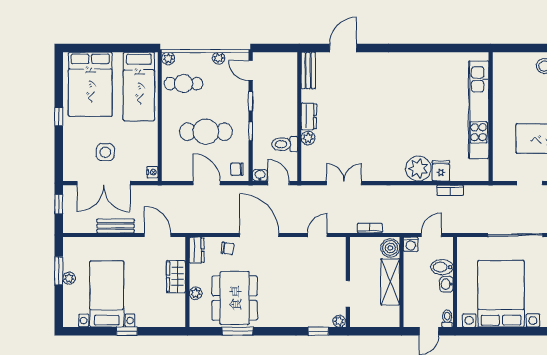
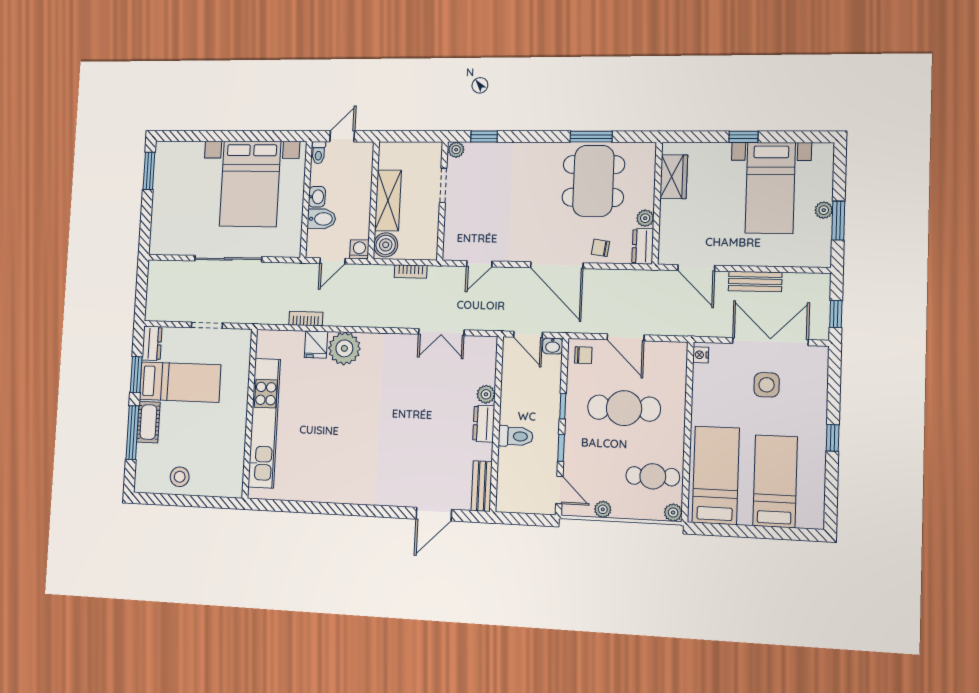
bed: (90, 84) -> (775, 481), width x0.67
toilet: (285, 144) -> (516, 436), moved
wardrobe: (176, 277) -> (674, 177), moved
plant: (196, 293) -> (645, 218), moved

